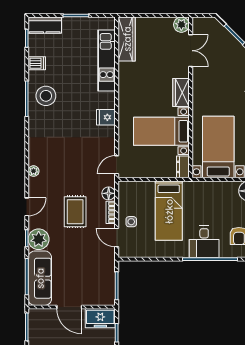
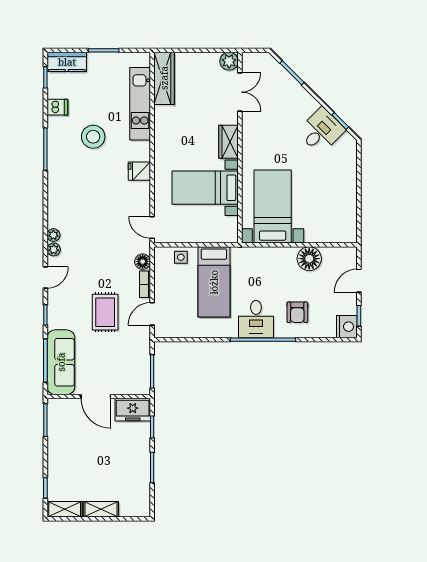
stool: (46, 96) -> (93, 137), moved
door: (117, 165) -> (152, 227), hinge flipped
dresser: (183, 167) -> (231, 230), removed
rug: (75, 212) -> (105, 312), moved
side table: (131, 222) -> (181, 257), moved
door: (117, 237) -> (152, 314), hinge flipped
plant: (39, 239) -> (54, 249), moved, width x0.53, depth x0.53

